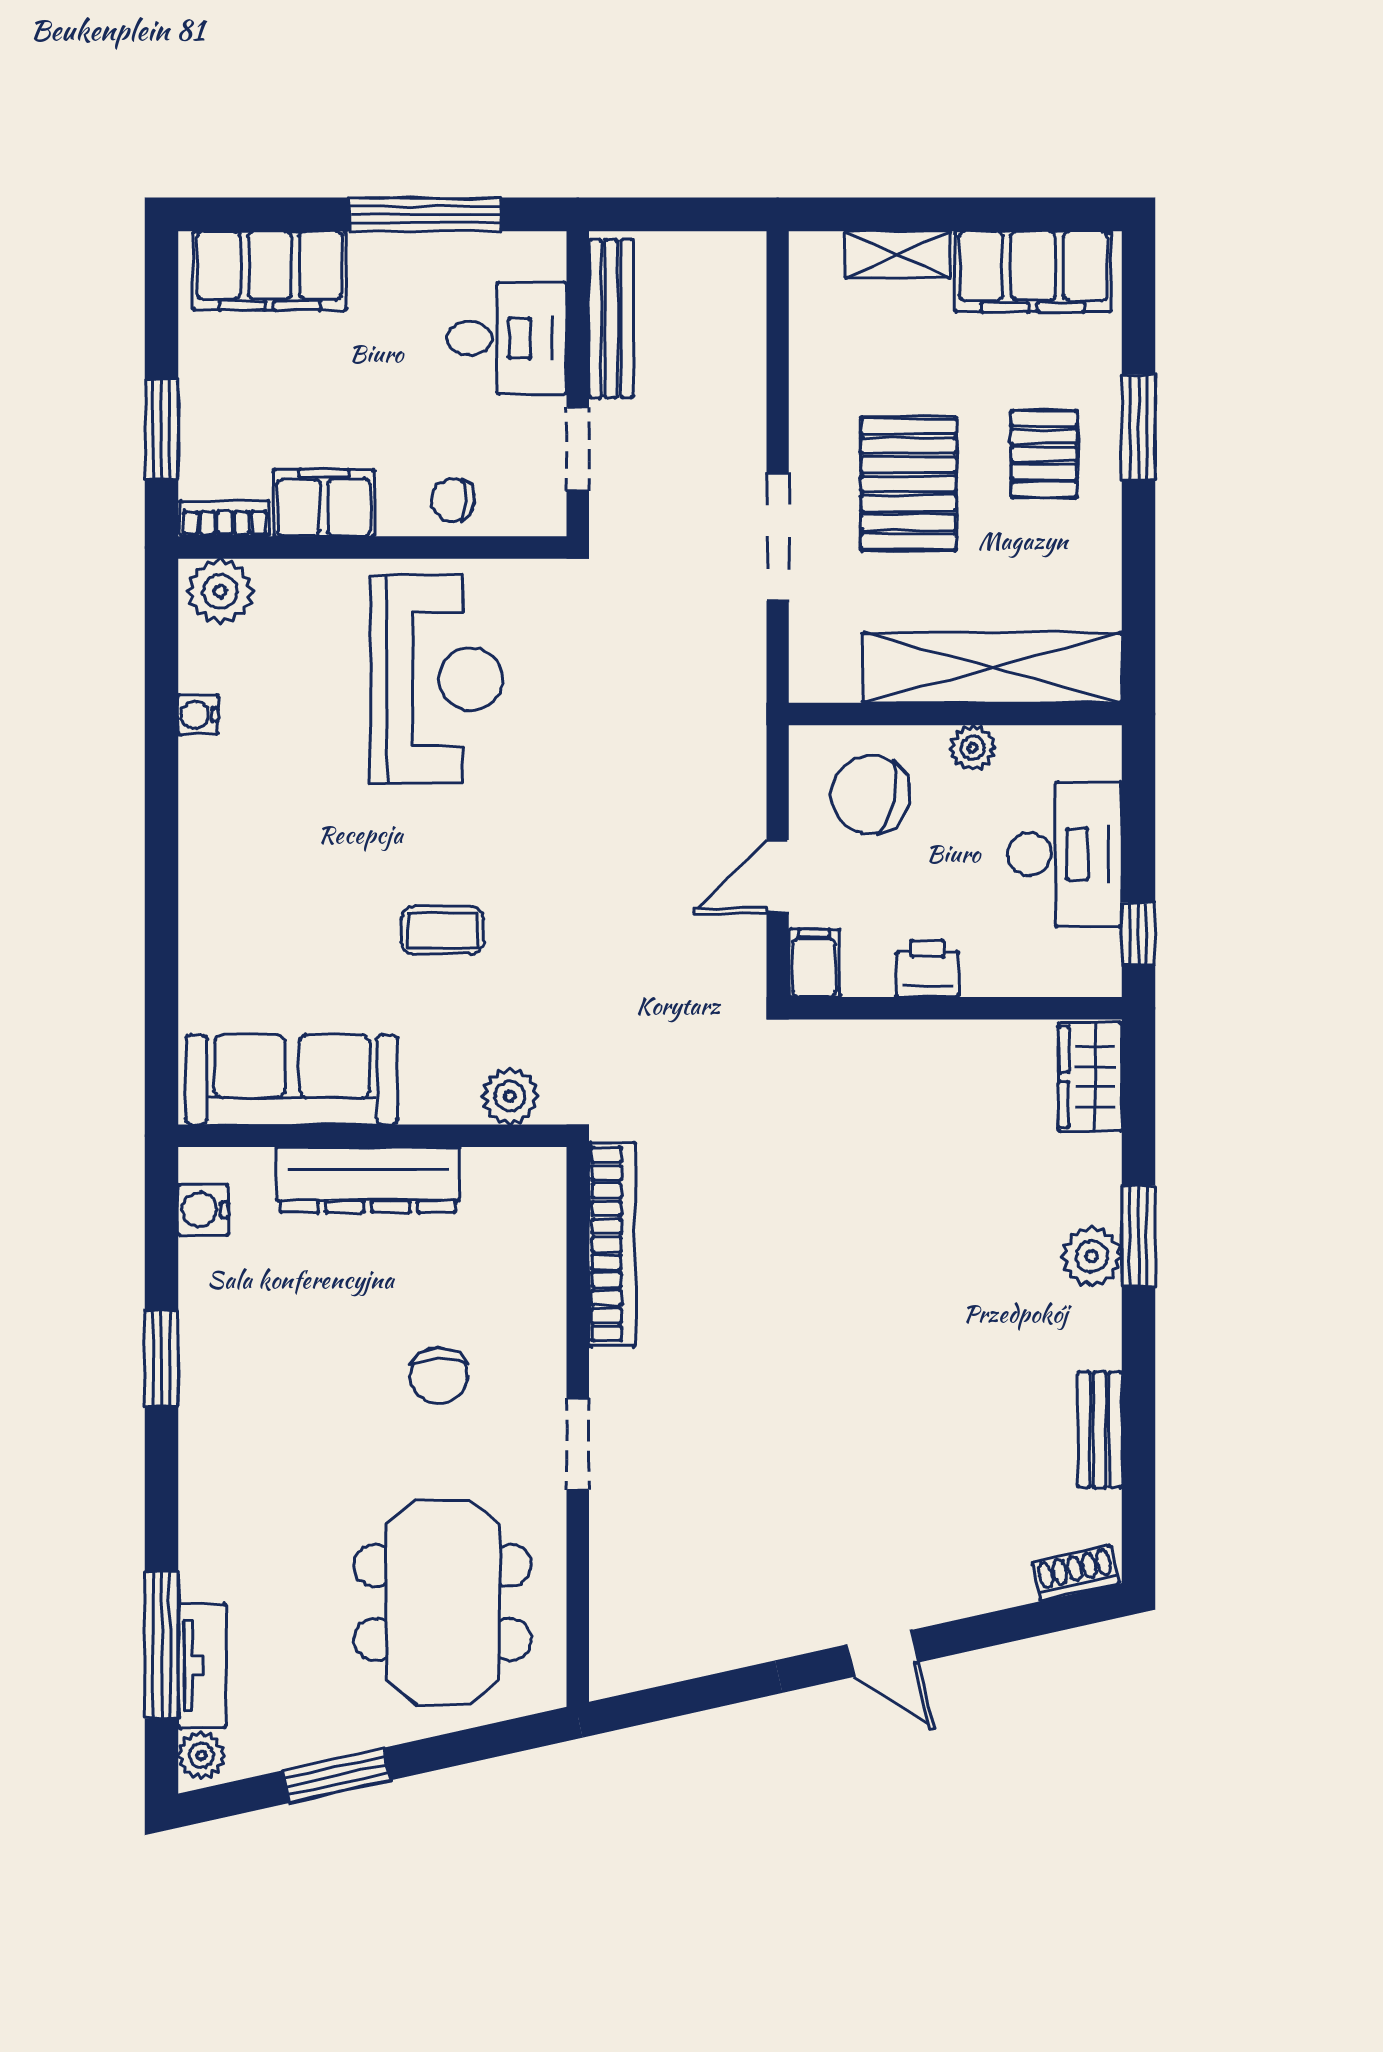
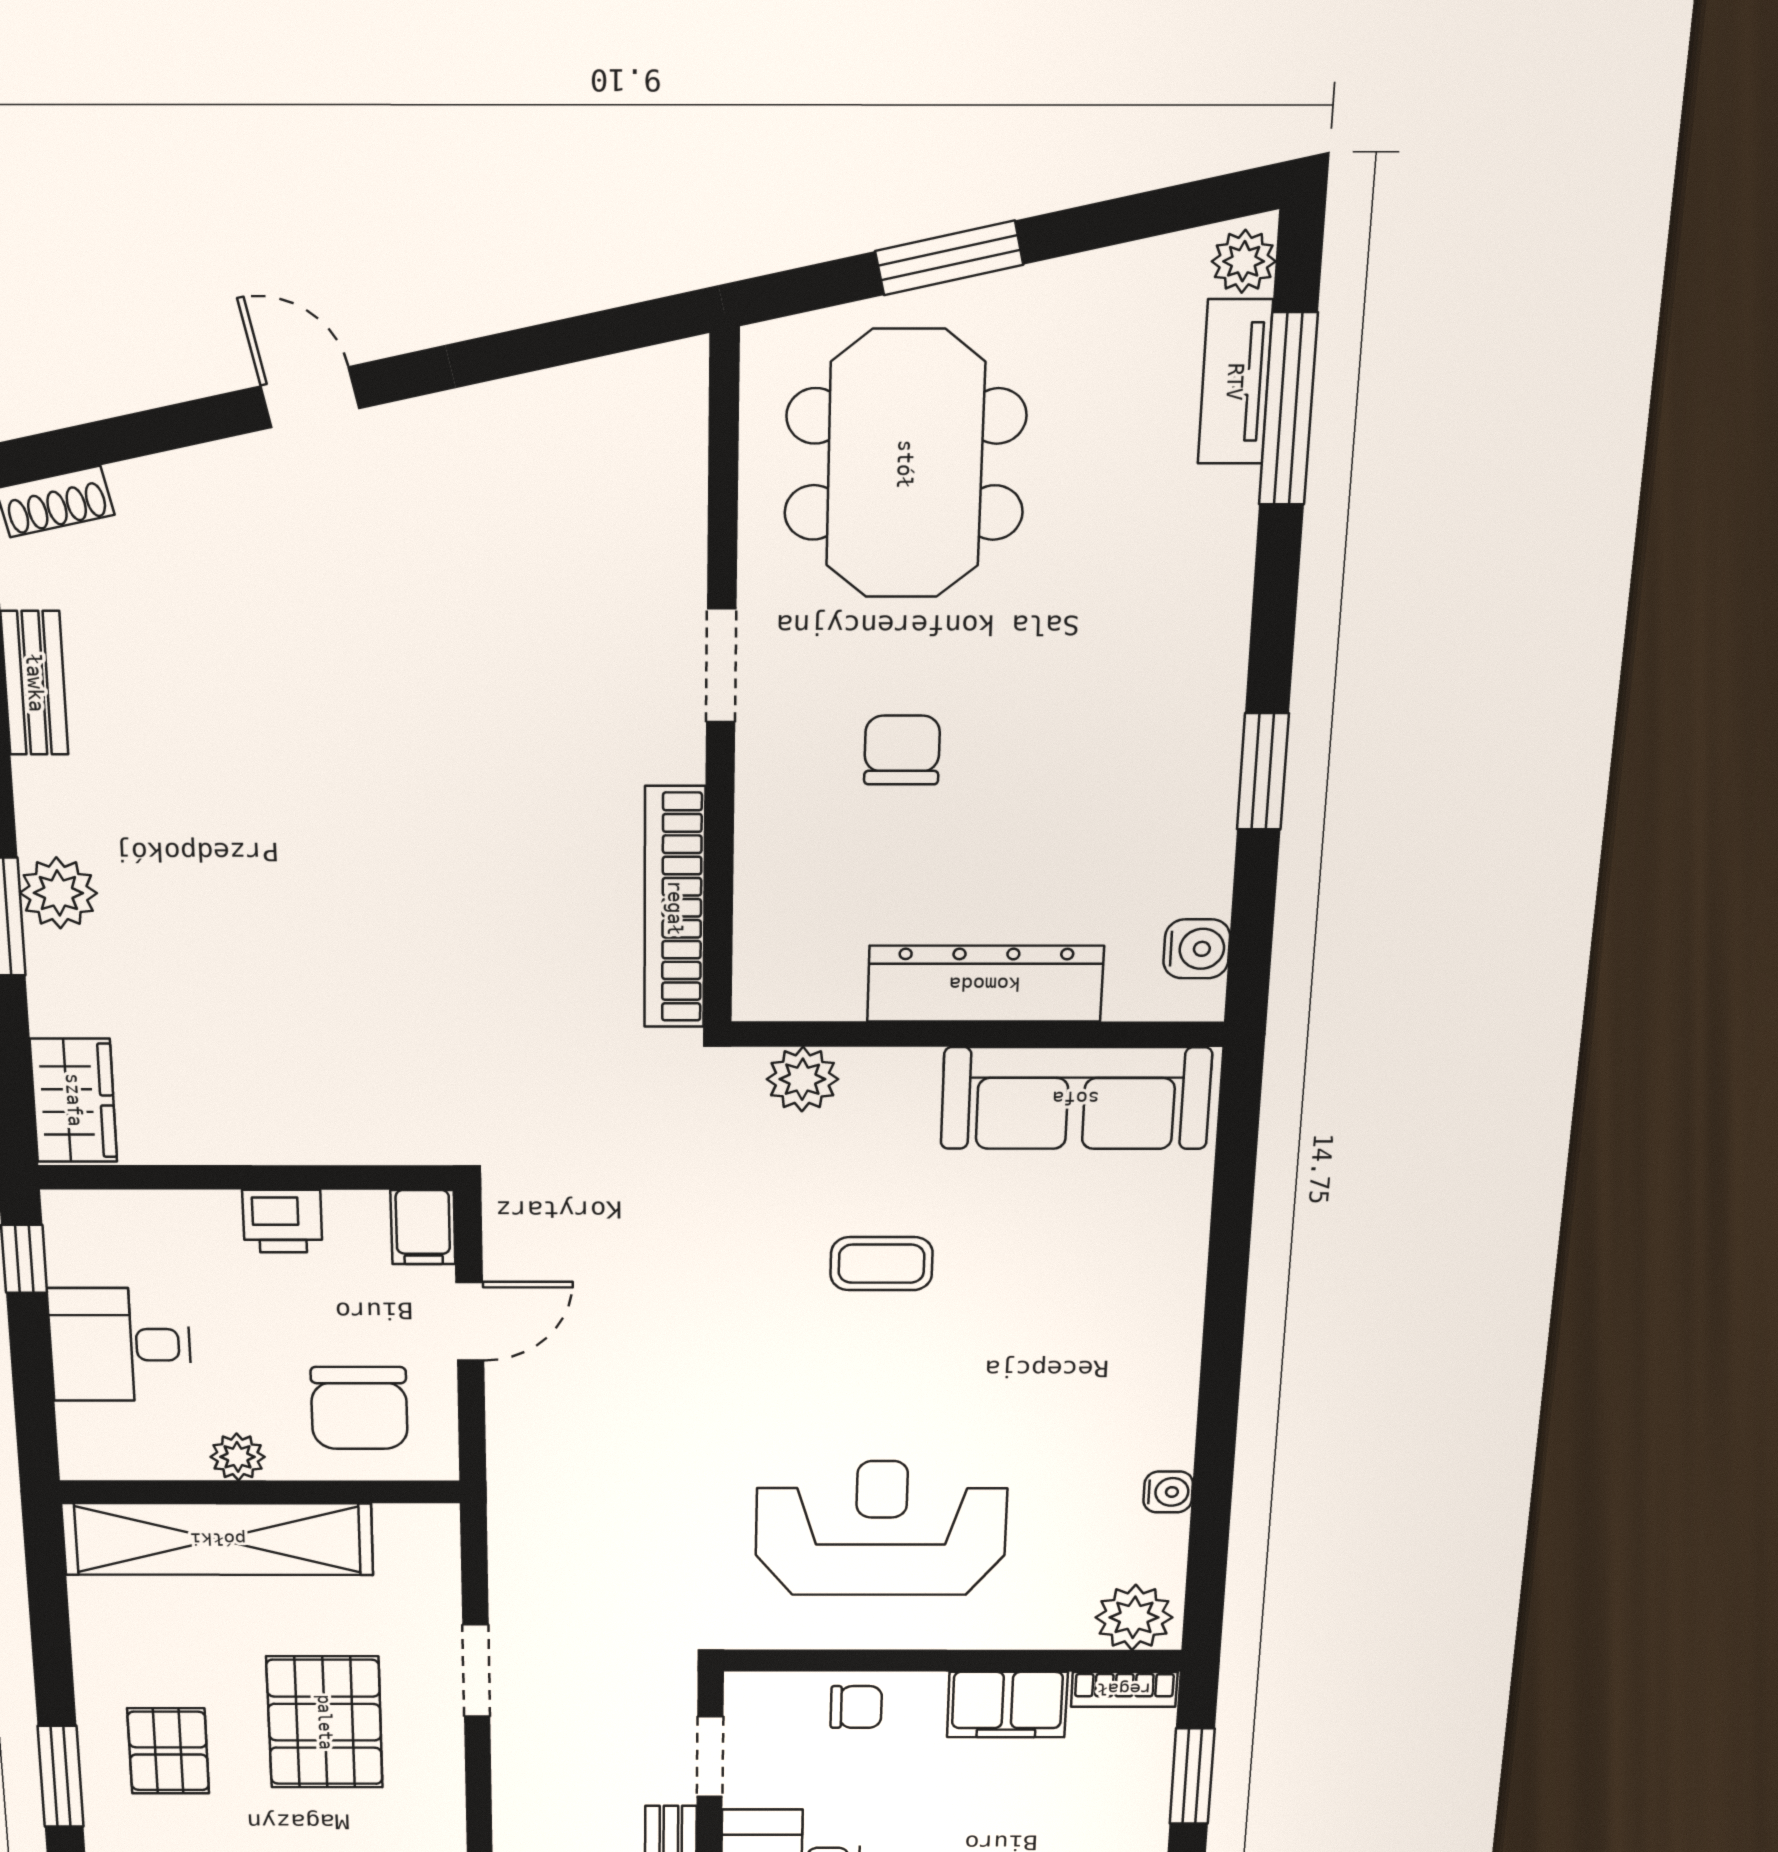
doorway: (778, 537) -> (476, 1671), width x0.73
reception desk: (436, 679) -> (881, 1528), turned 90
chair: (870, 795) -> (359, 1408), turned 78
desk: (1065, 854) -> (120, 1345), width x0.73
window: (336, 1775) -> (949, 258), moved

